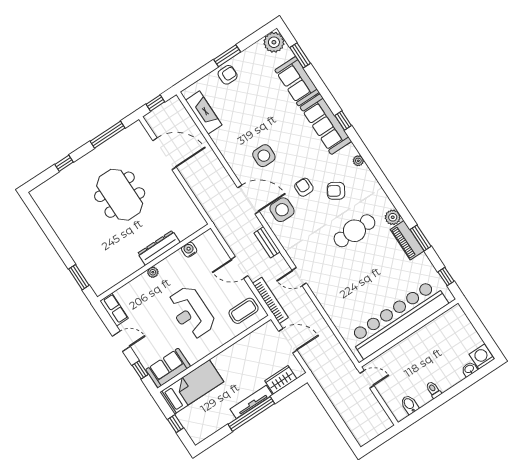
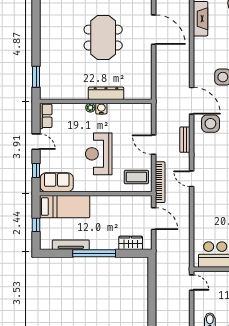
water cooler: (189, 250) -> (101, 109), moved
tv unit: (251, 402) -> (71, 245), moved

